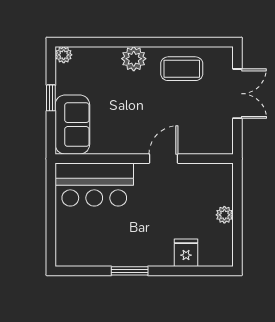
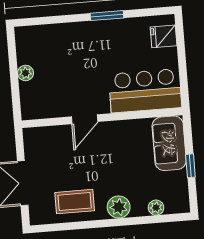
plant: (64, 55) -> (156, 208), moved
fridge: (186, 253) -> (164, 36), moved, turned 90

